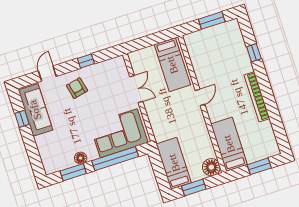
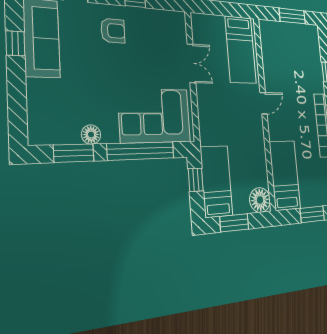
armchair: (77, 88) -> (113, 31), turned 103
window: (158, 166) -> (196, 180), added

